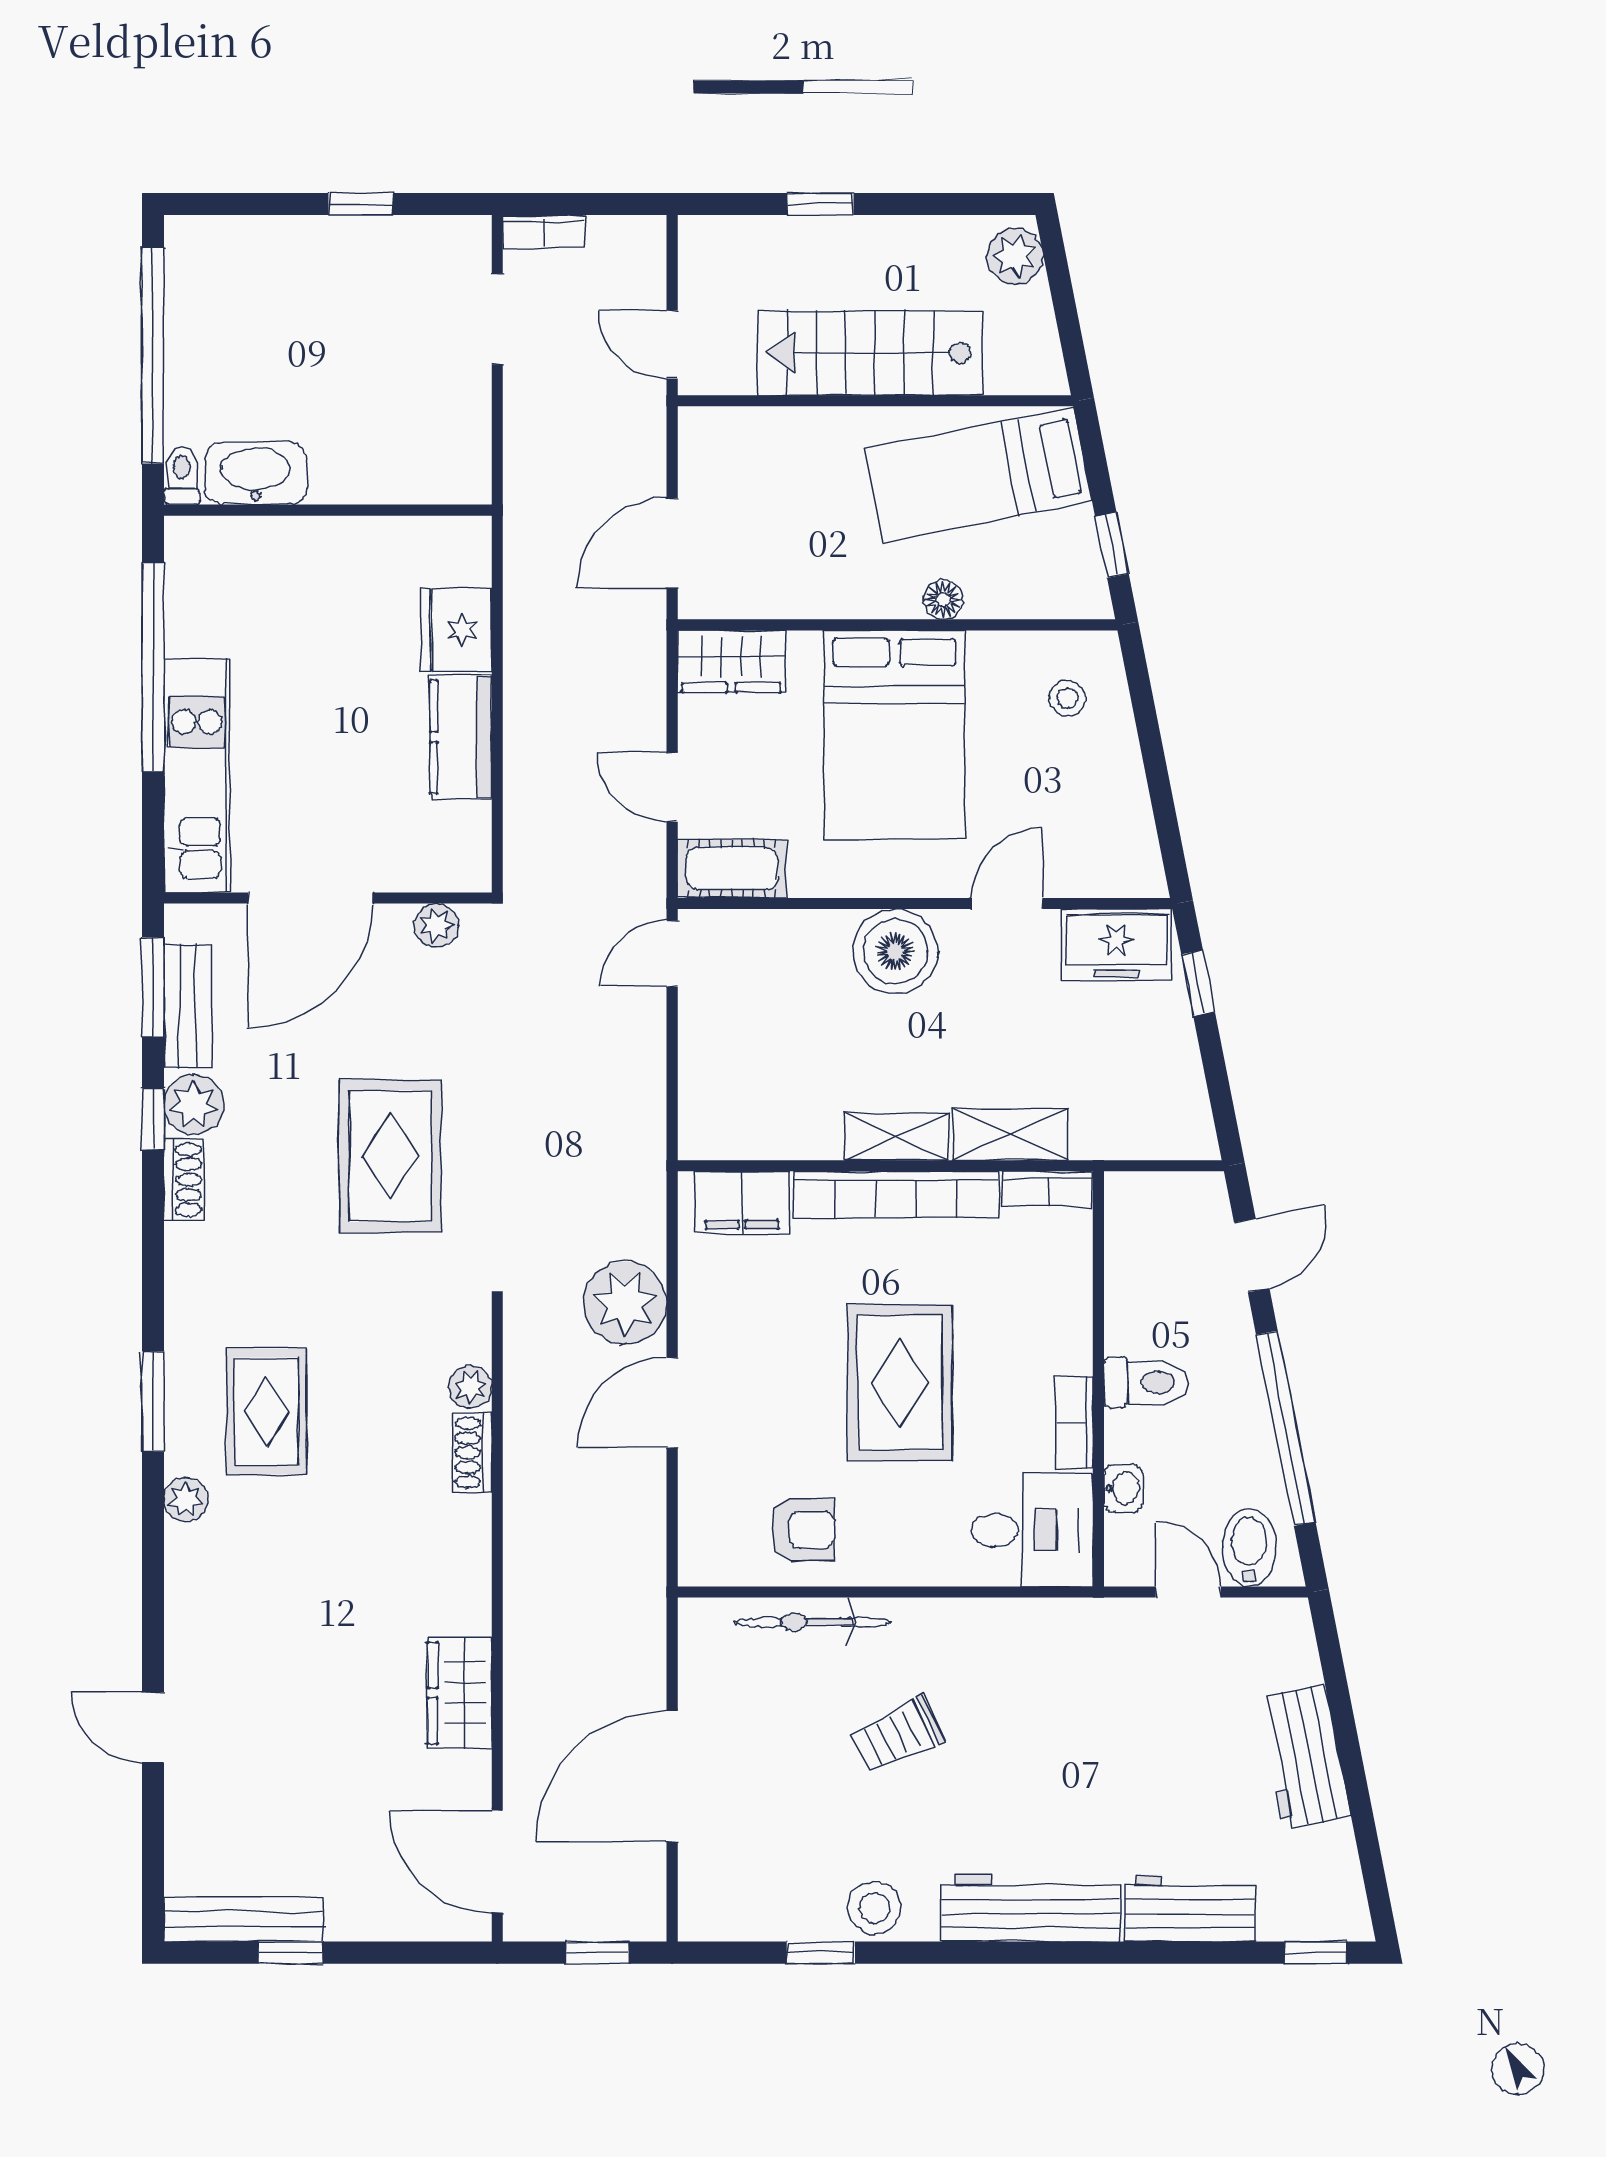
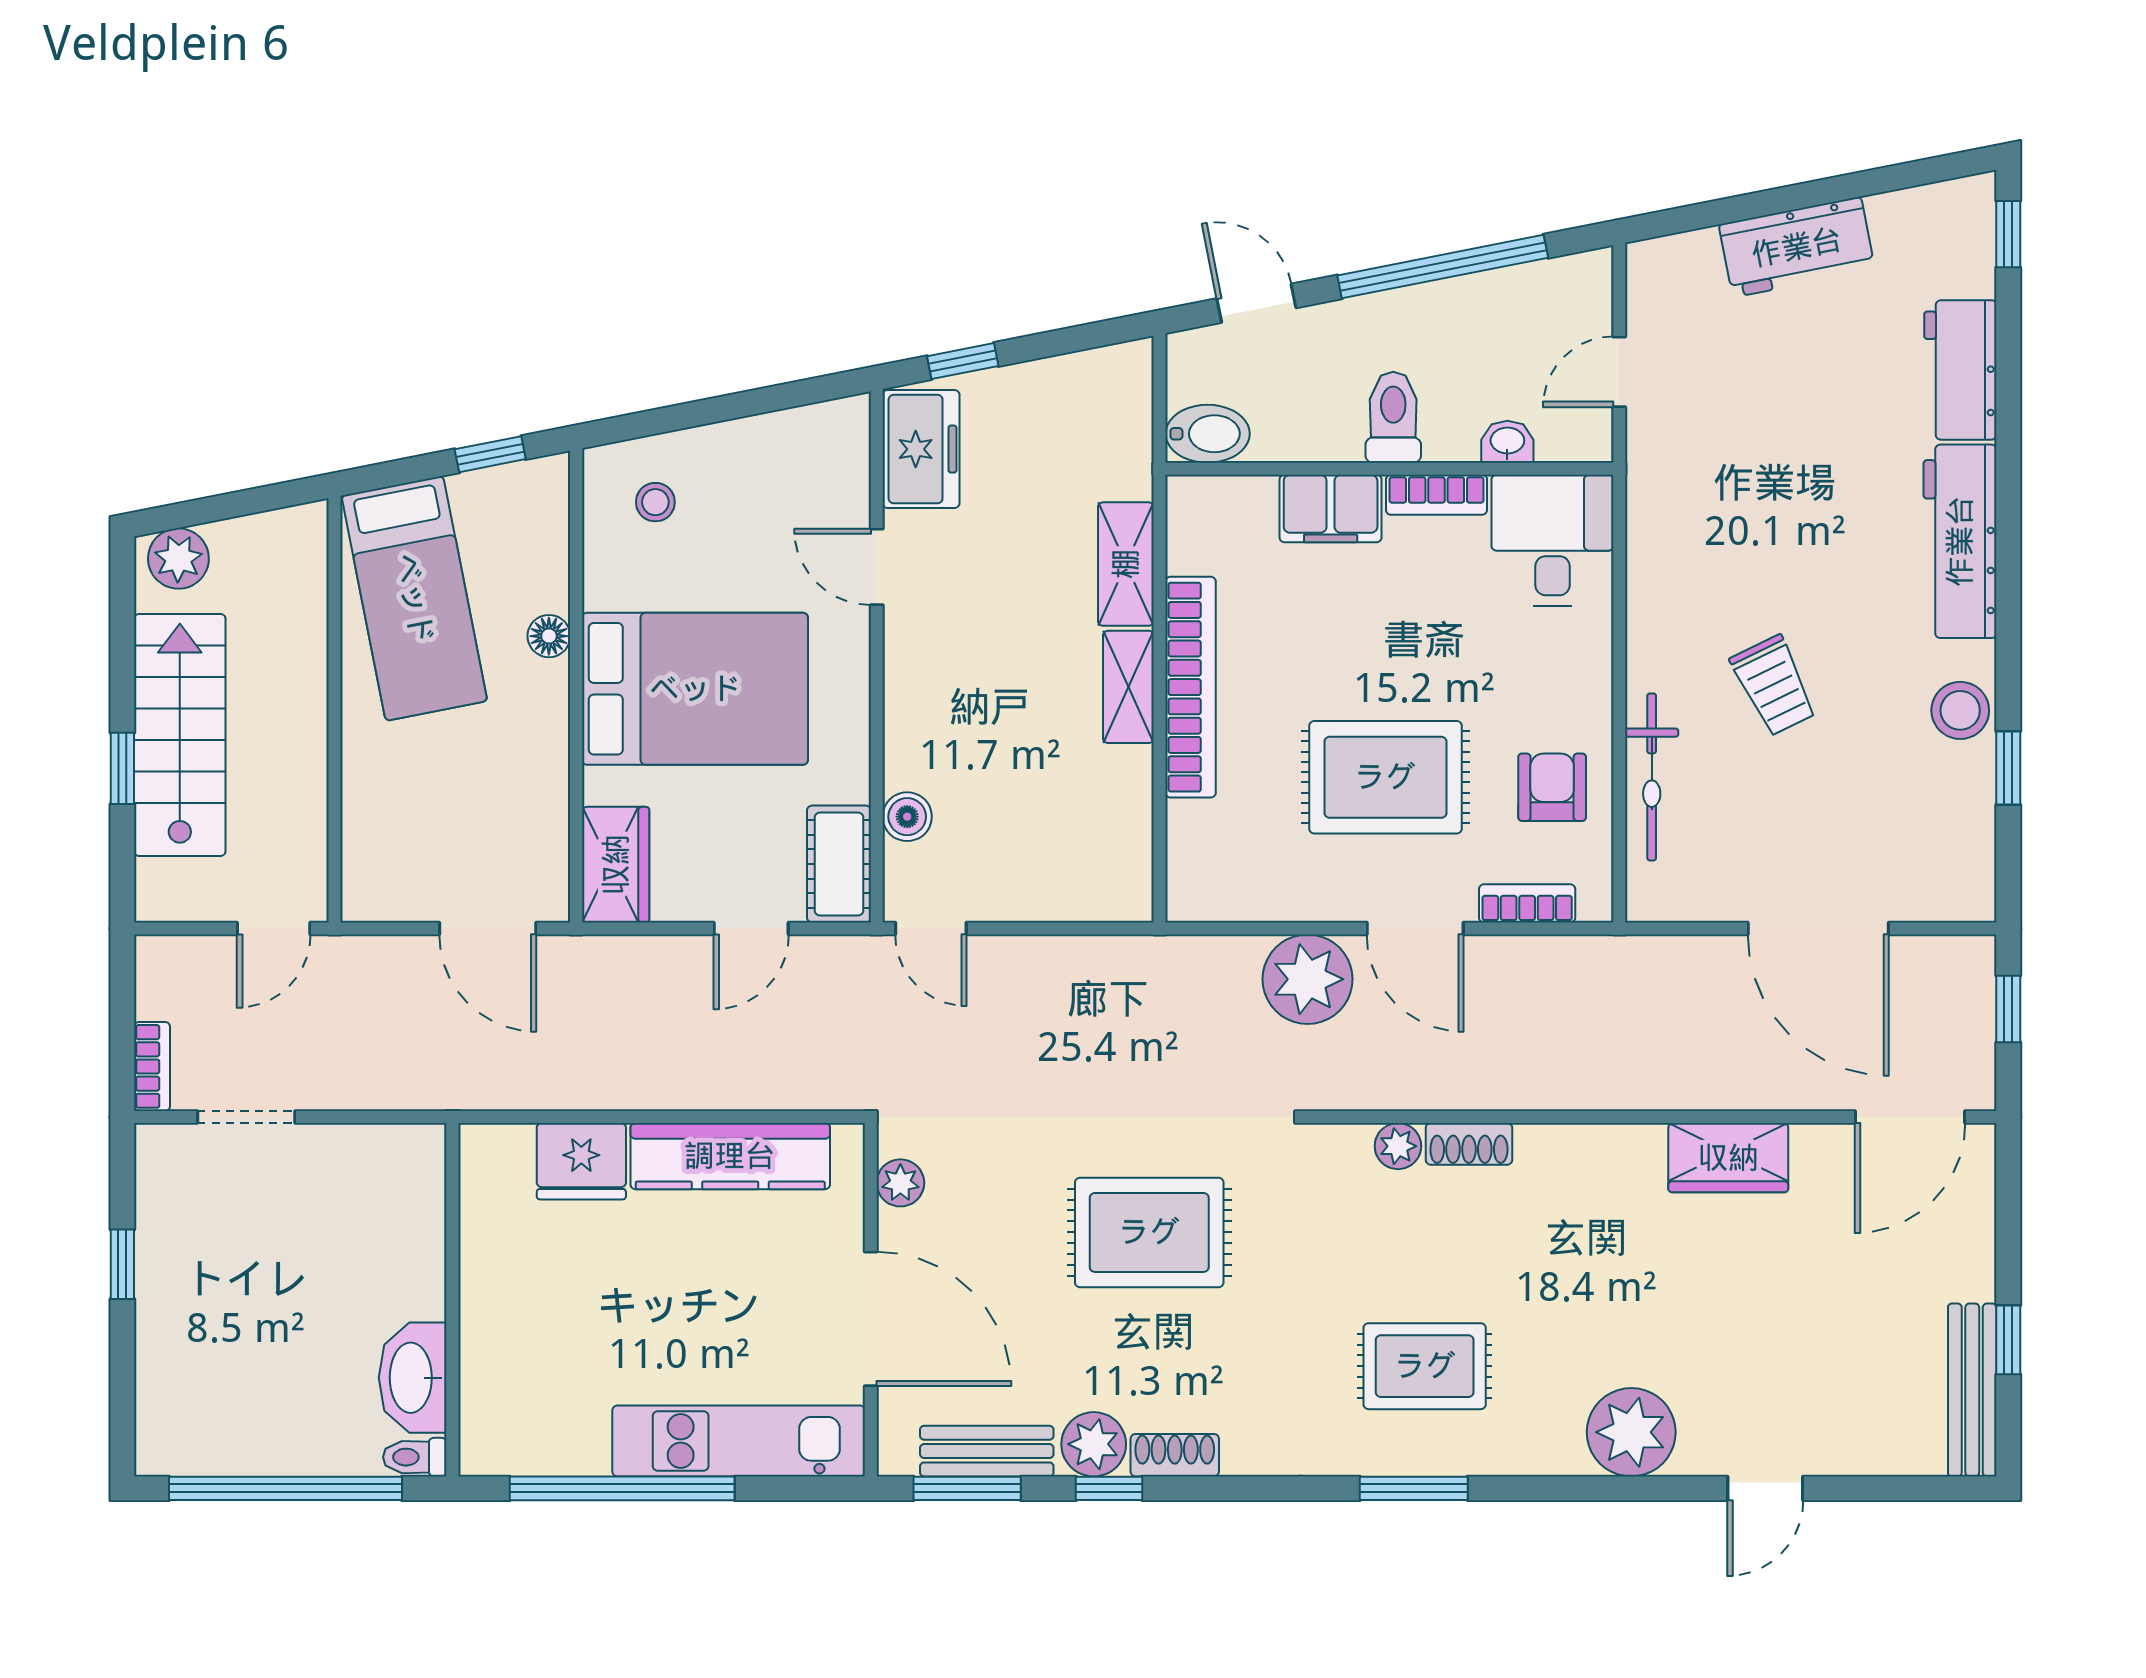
stairs: (870, 353) -> (180, 735), moved, turned 180
kitchen counter: (461, 737) -> (730, 1156), width x1.50
boiler: (895, 951) -> (907, 817), moved, width x0.54, depth x0.54
bookcase: (1047, 1189) -> (1527, 903), moved, turned -90
filing cabinet: (742, 1203) -> (1331, 509), moved, turned 90
rug: (900, 1383) -> (1385, 777), moved
plant: (186, 1499) -> (1631, 1432), moved, width x1.88, depth x1.88
bidet: (1249, 1547) -> (1208, 434), moved, turned 180

